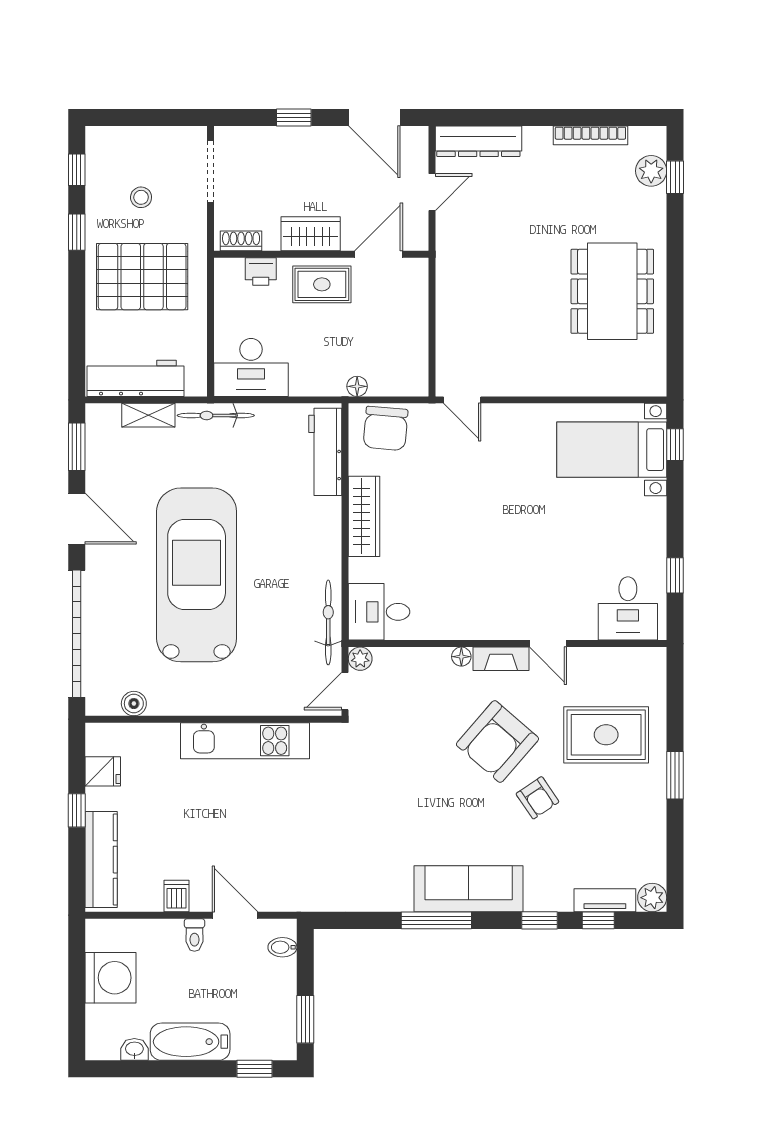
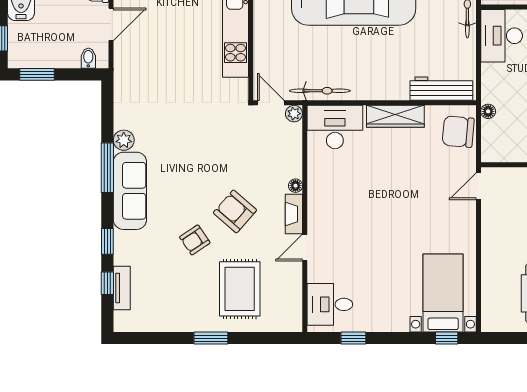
desk: (379, 612) -> (335, 127), width x1.37
armchair: (497, 742) -> (235, 211), width x0.73, depth x0.73
plant: (652, 898) -> (124, 140), moved

